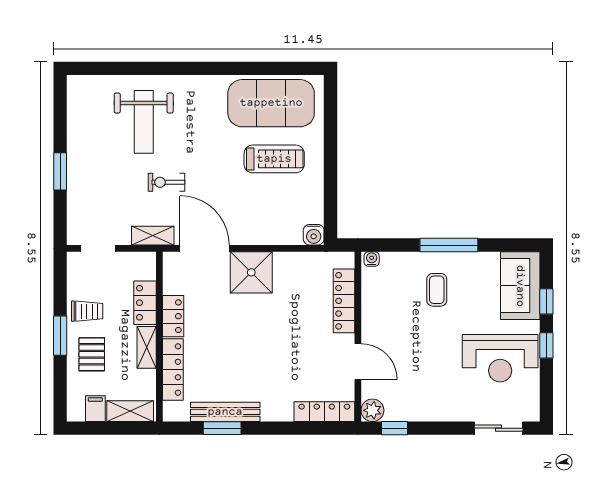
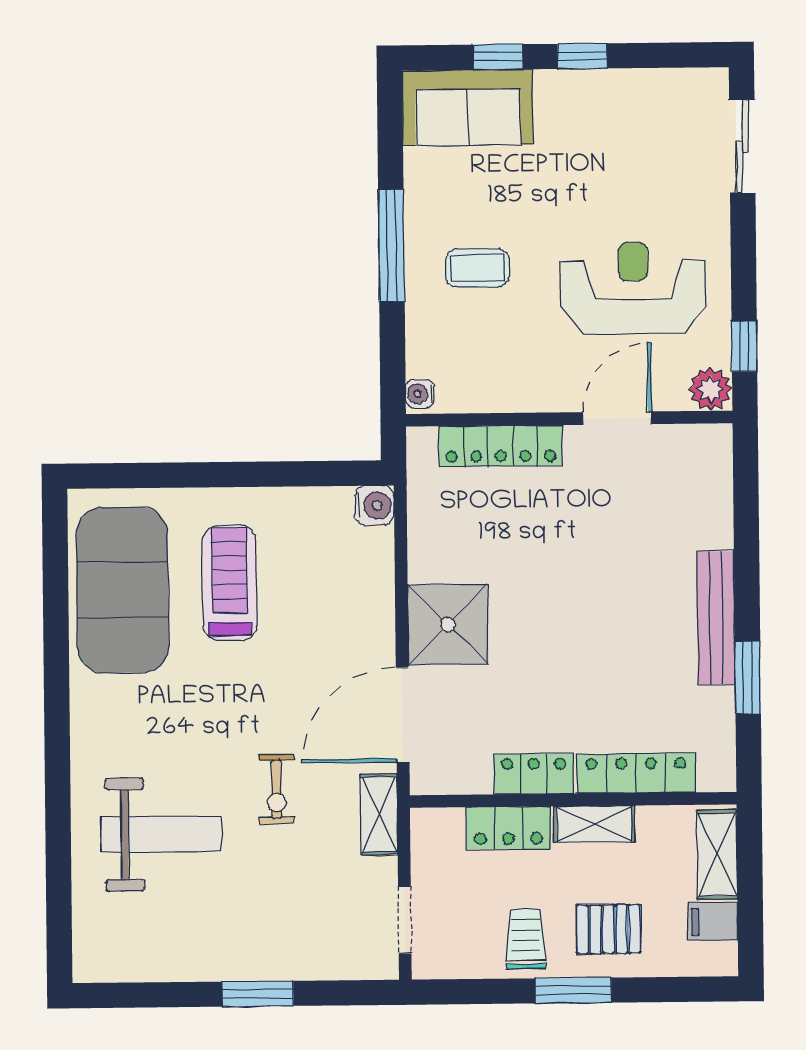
reception desk: (500, 358) -> (633, 288), moved, turned -90
bench: (225, 412) -> (716, 618), moved
locker: (324, 412) -> (714, 482), removed

